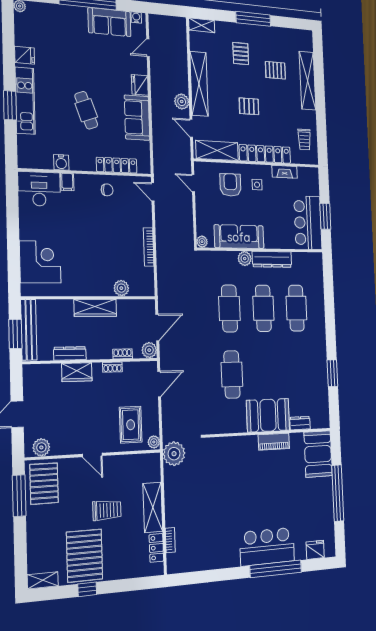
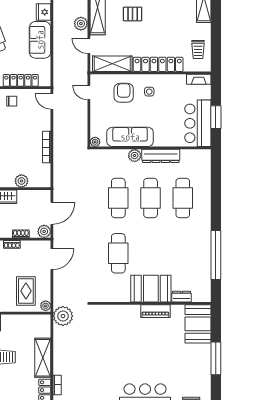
pallet: (249, 106) -> (133, 14), moved
fireplace: (285, 172) -> (199, 79), moved
window: (332, 373) -> (216, 255), width x2.11
window: (338, 493) -> (216, 358), width x0.68

